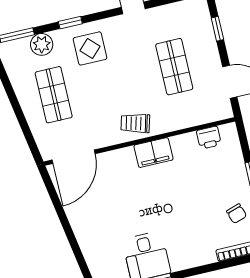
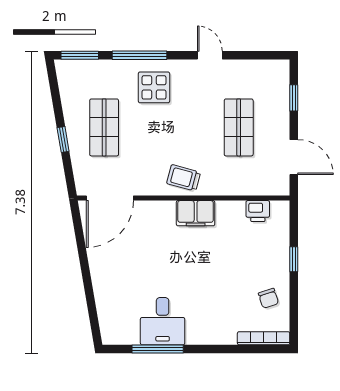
window: (70, 23) -> (140, 55), width x2.17
plant: (42, 44) -> (104, 71), removed
window: (19, 114) -> (63, 140), added

